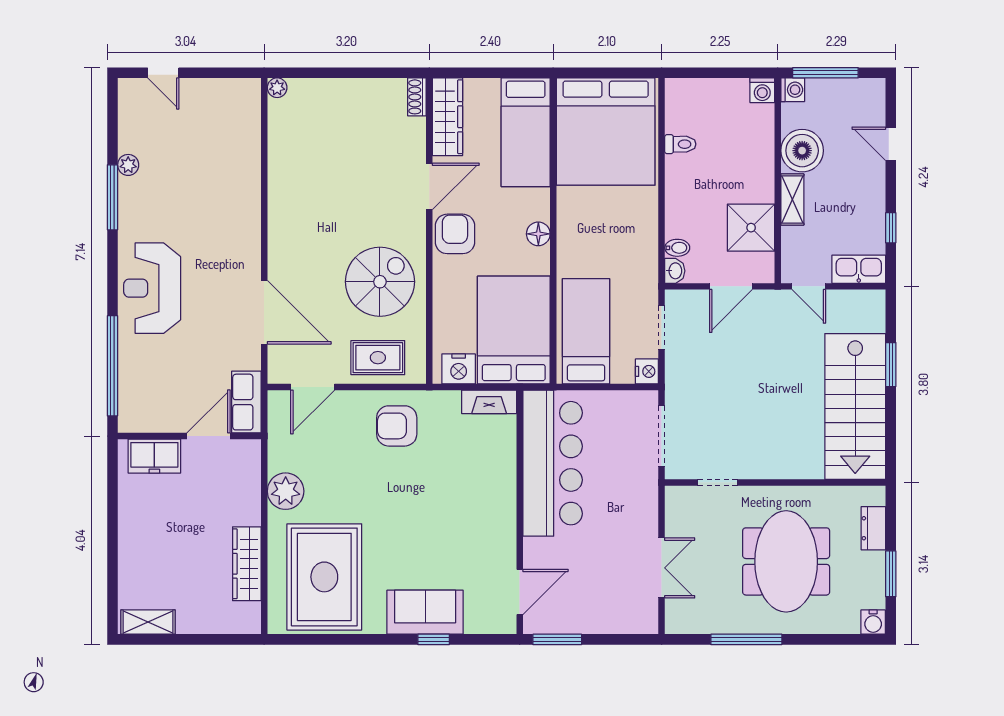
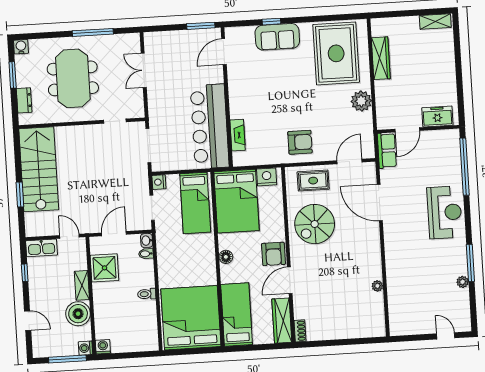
plant: (277, 88) -> (377, 286), moved
toilet: (680, 144) -> (147, 294), moved
fireplace: (489, 402) -> (238, 135), moved, turned 90

